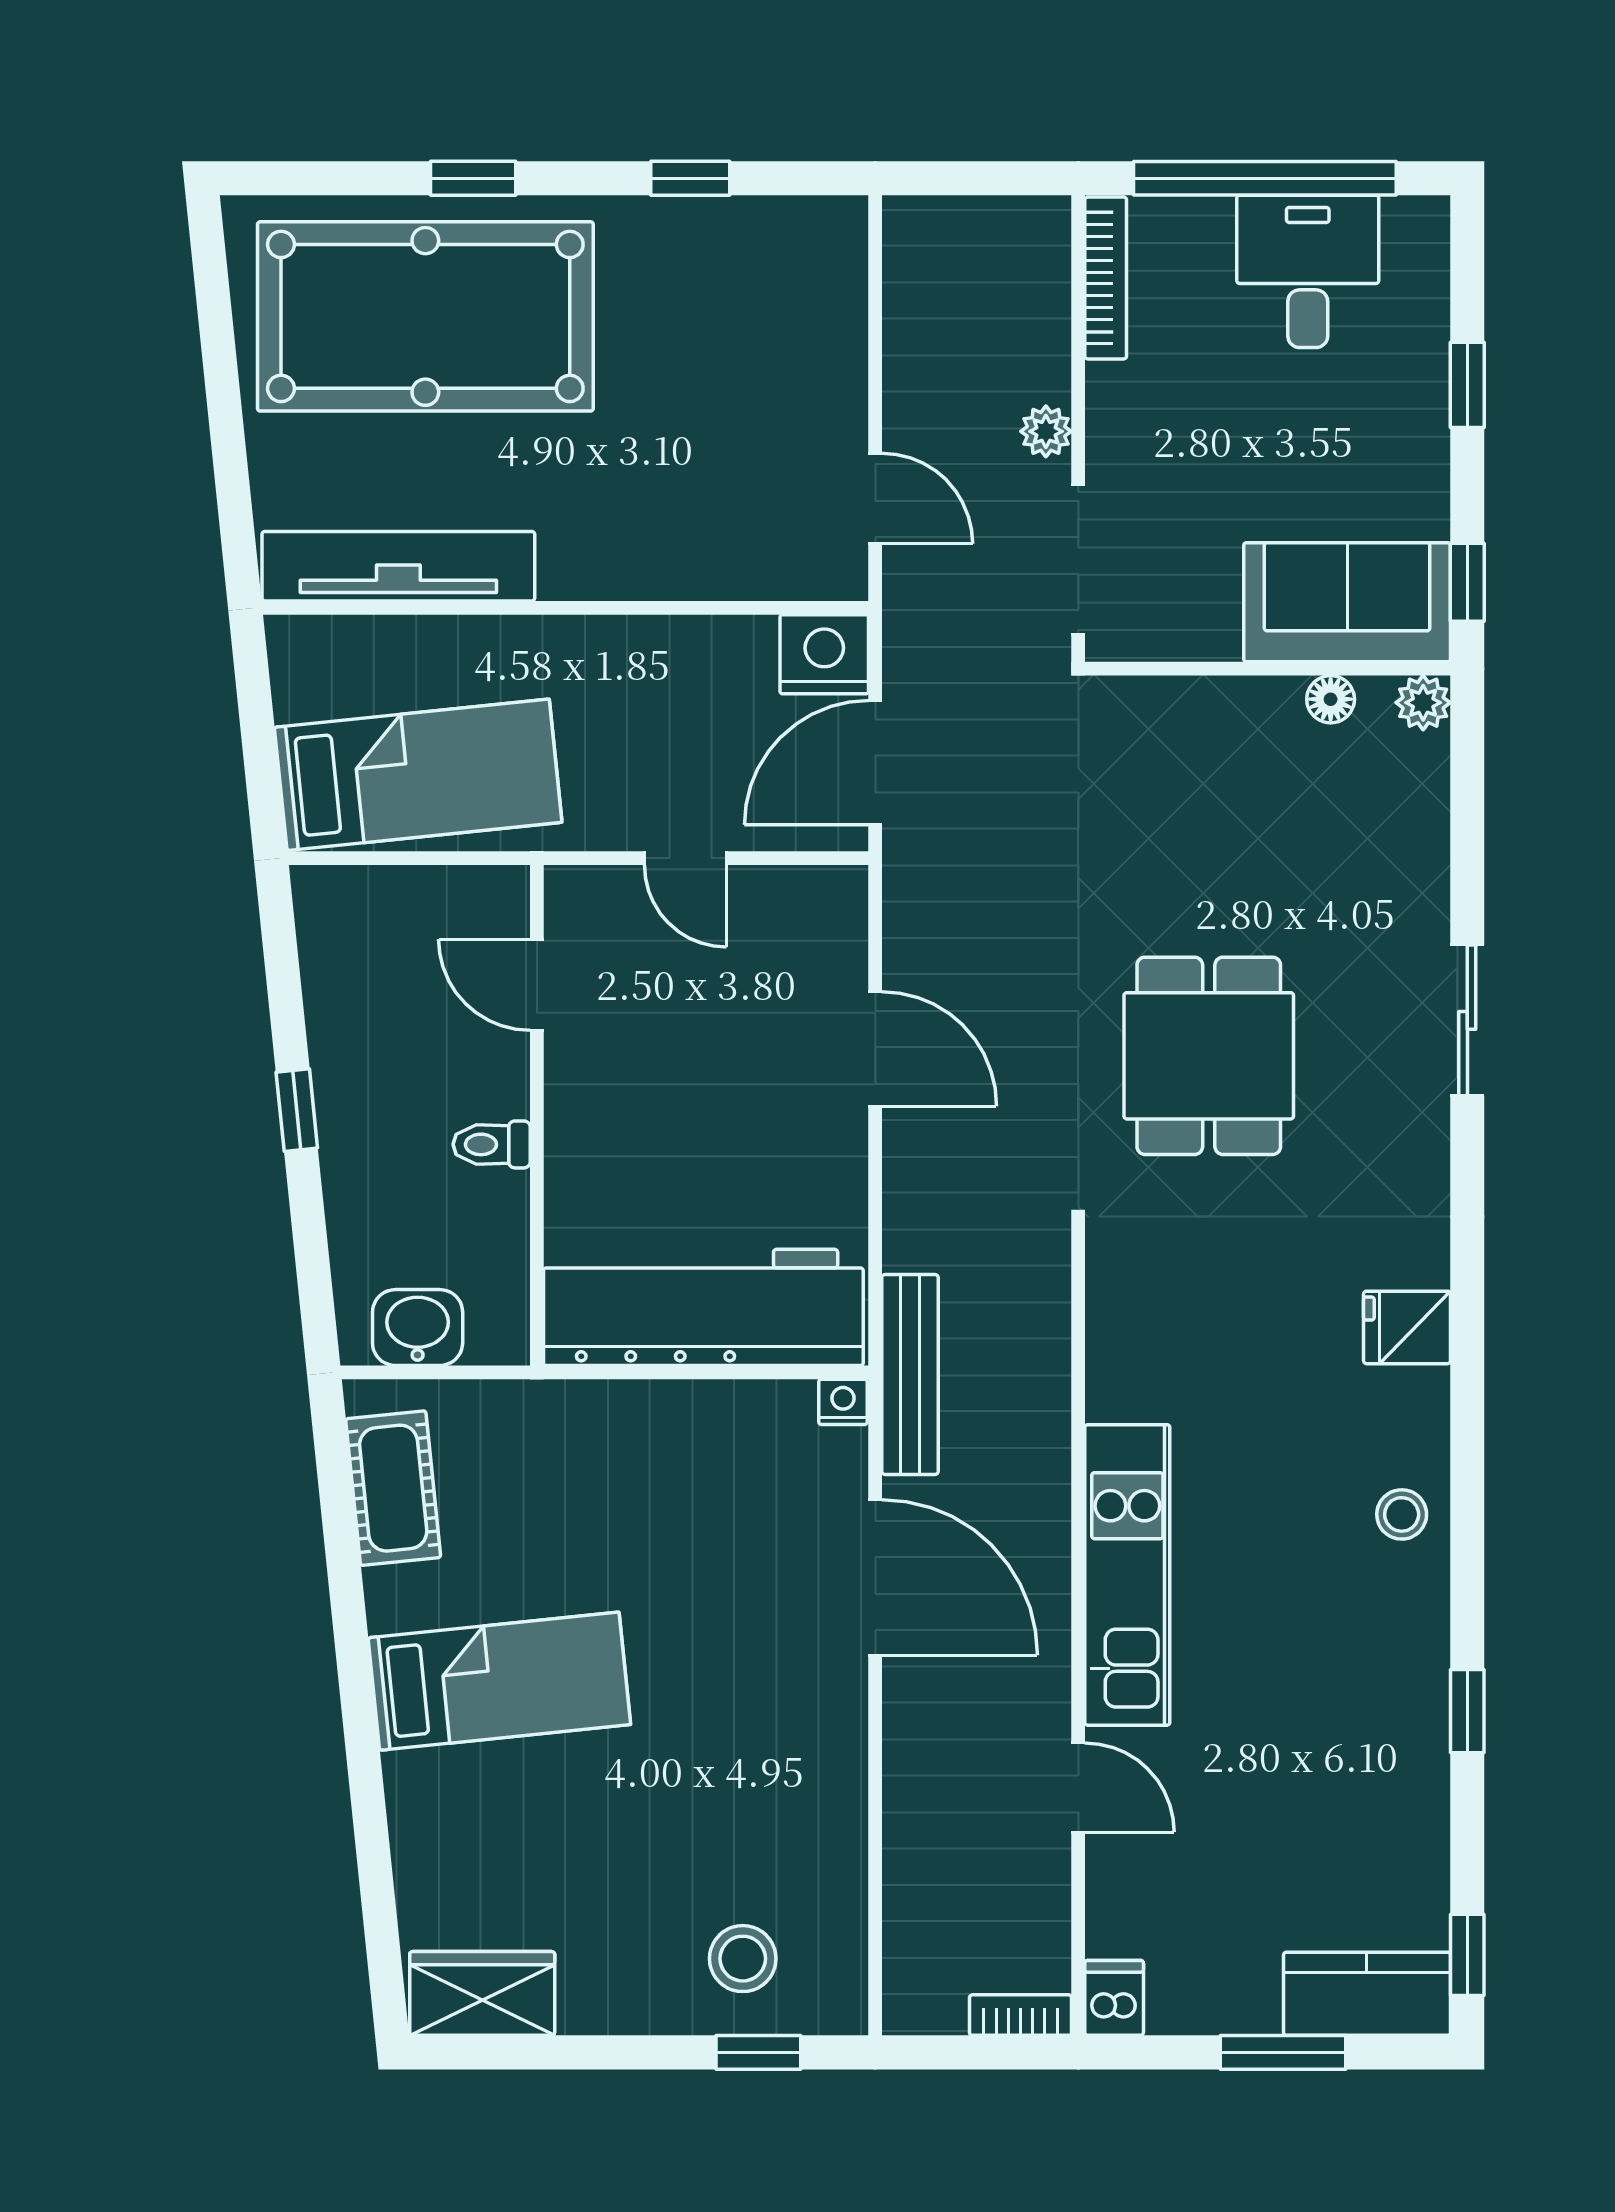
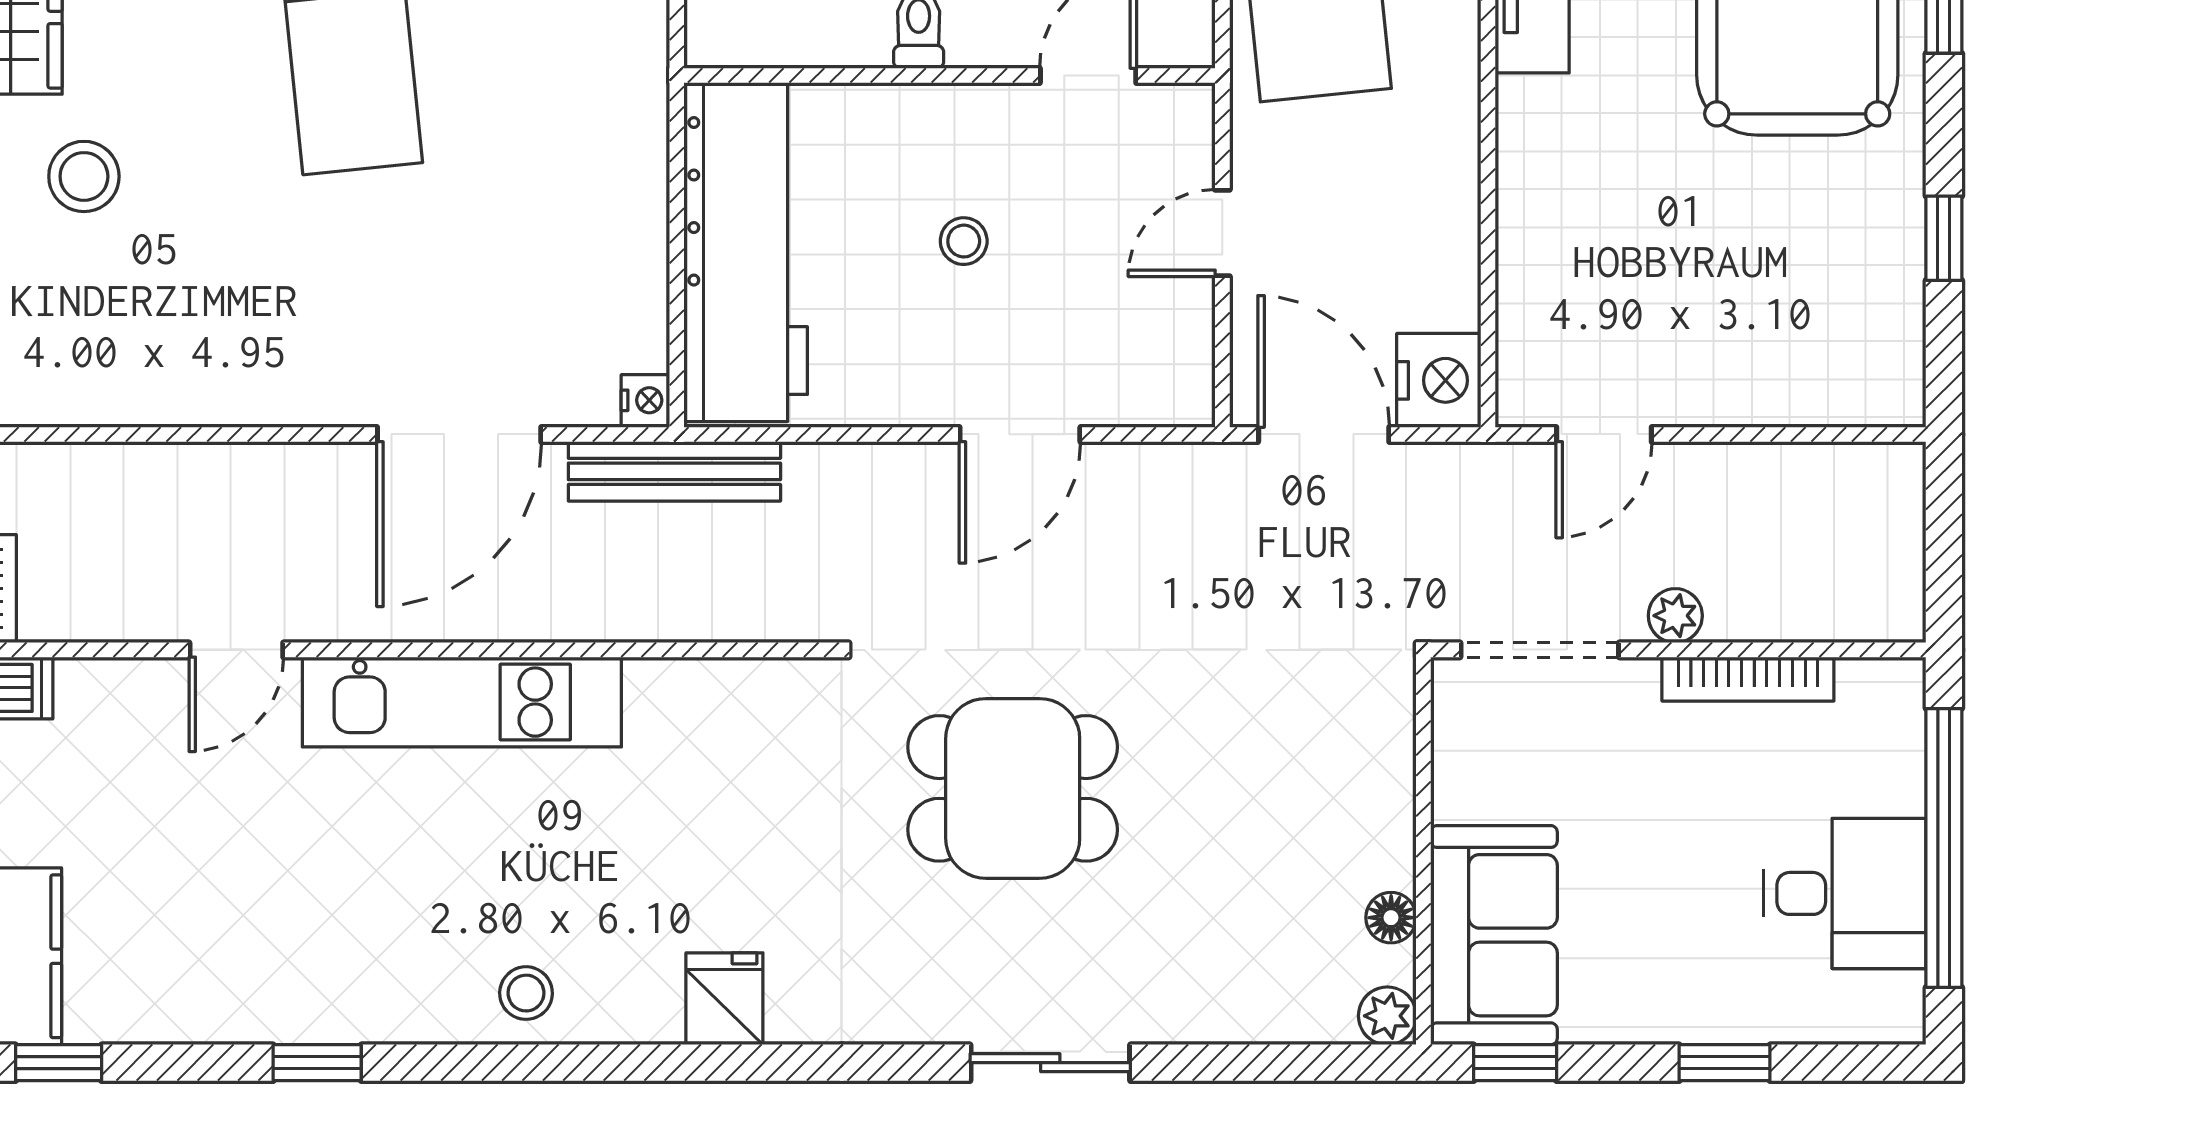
bookcase: (1106, 278) -> (1748, 679), moved
stool: (693, 1102) -> (964, 241), added
stool: (743, 1959) -> (84, 176), moved

